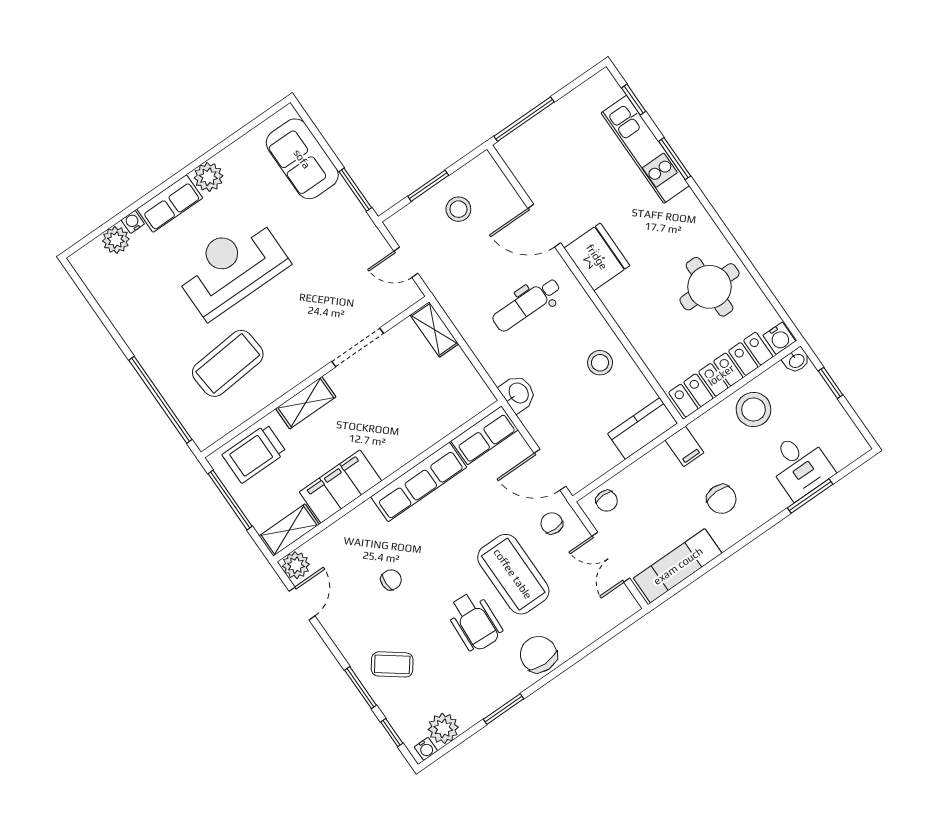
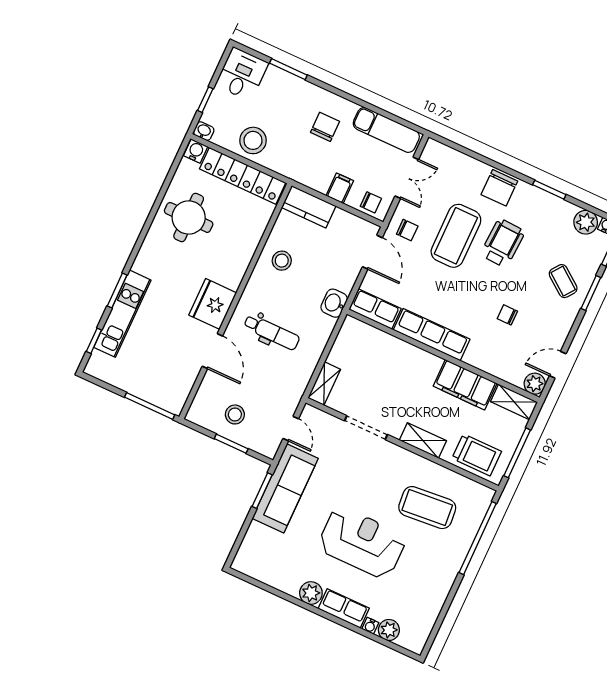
sofa: (302, 159) -> (285, 488), moved, width x1.36
reception desk: (231, 267) -> (362, 543), turned 180
filing cabinet: (685, 446) -> (340, 188), moved
desk: (800, 465) -> (242, 74), moved
chair: (607, 501) -> (371, 202), turned 90
chair: (552, 523) -> (407, 230), turned -90

